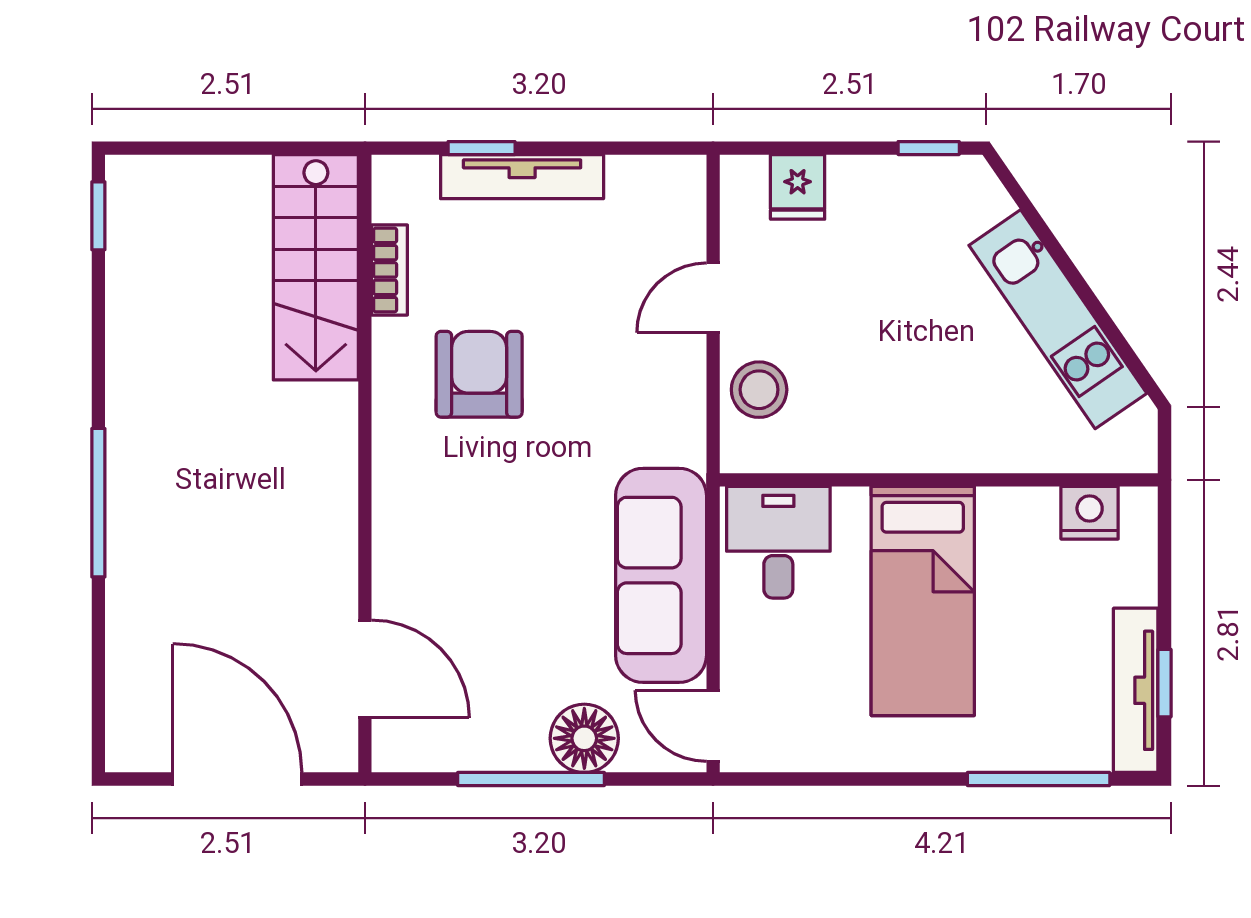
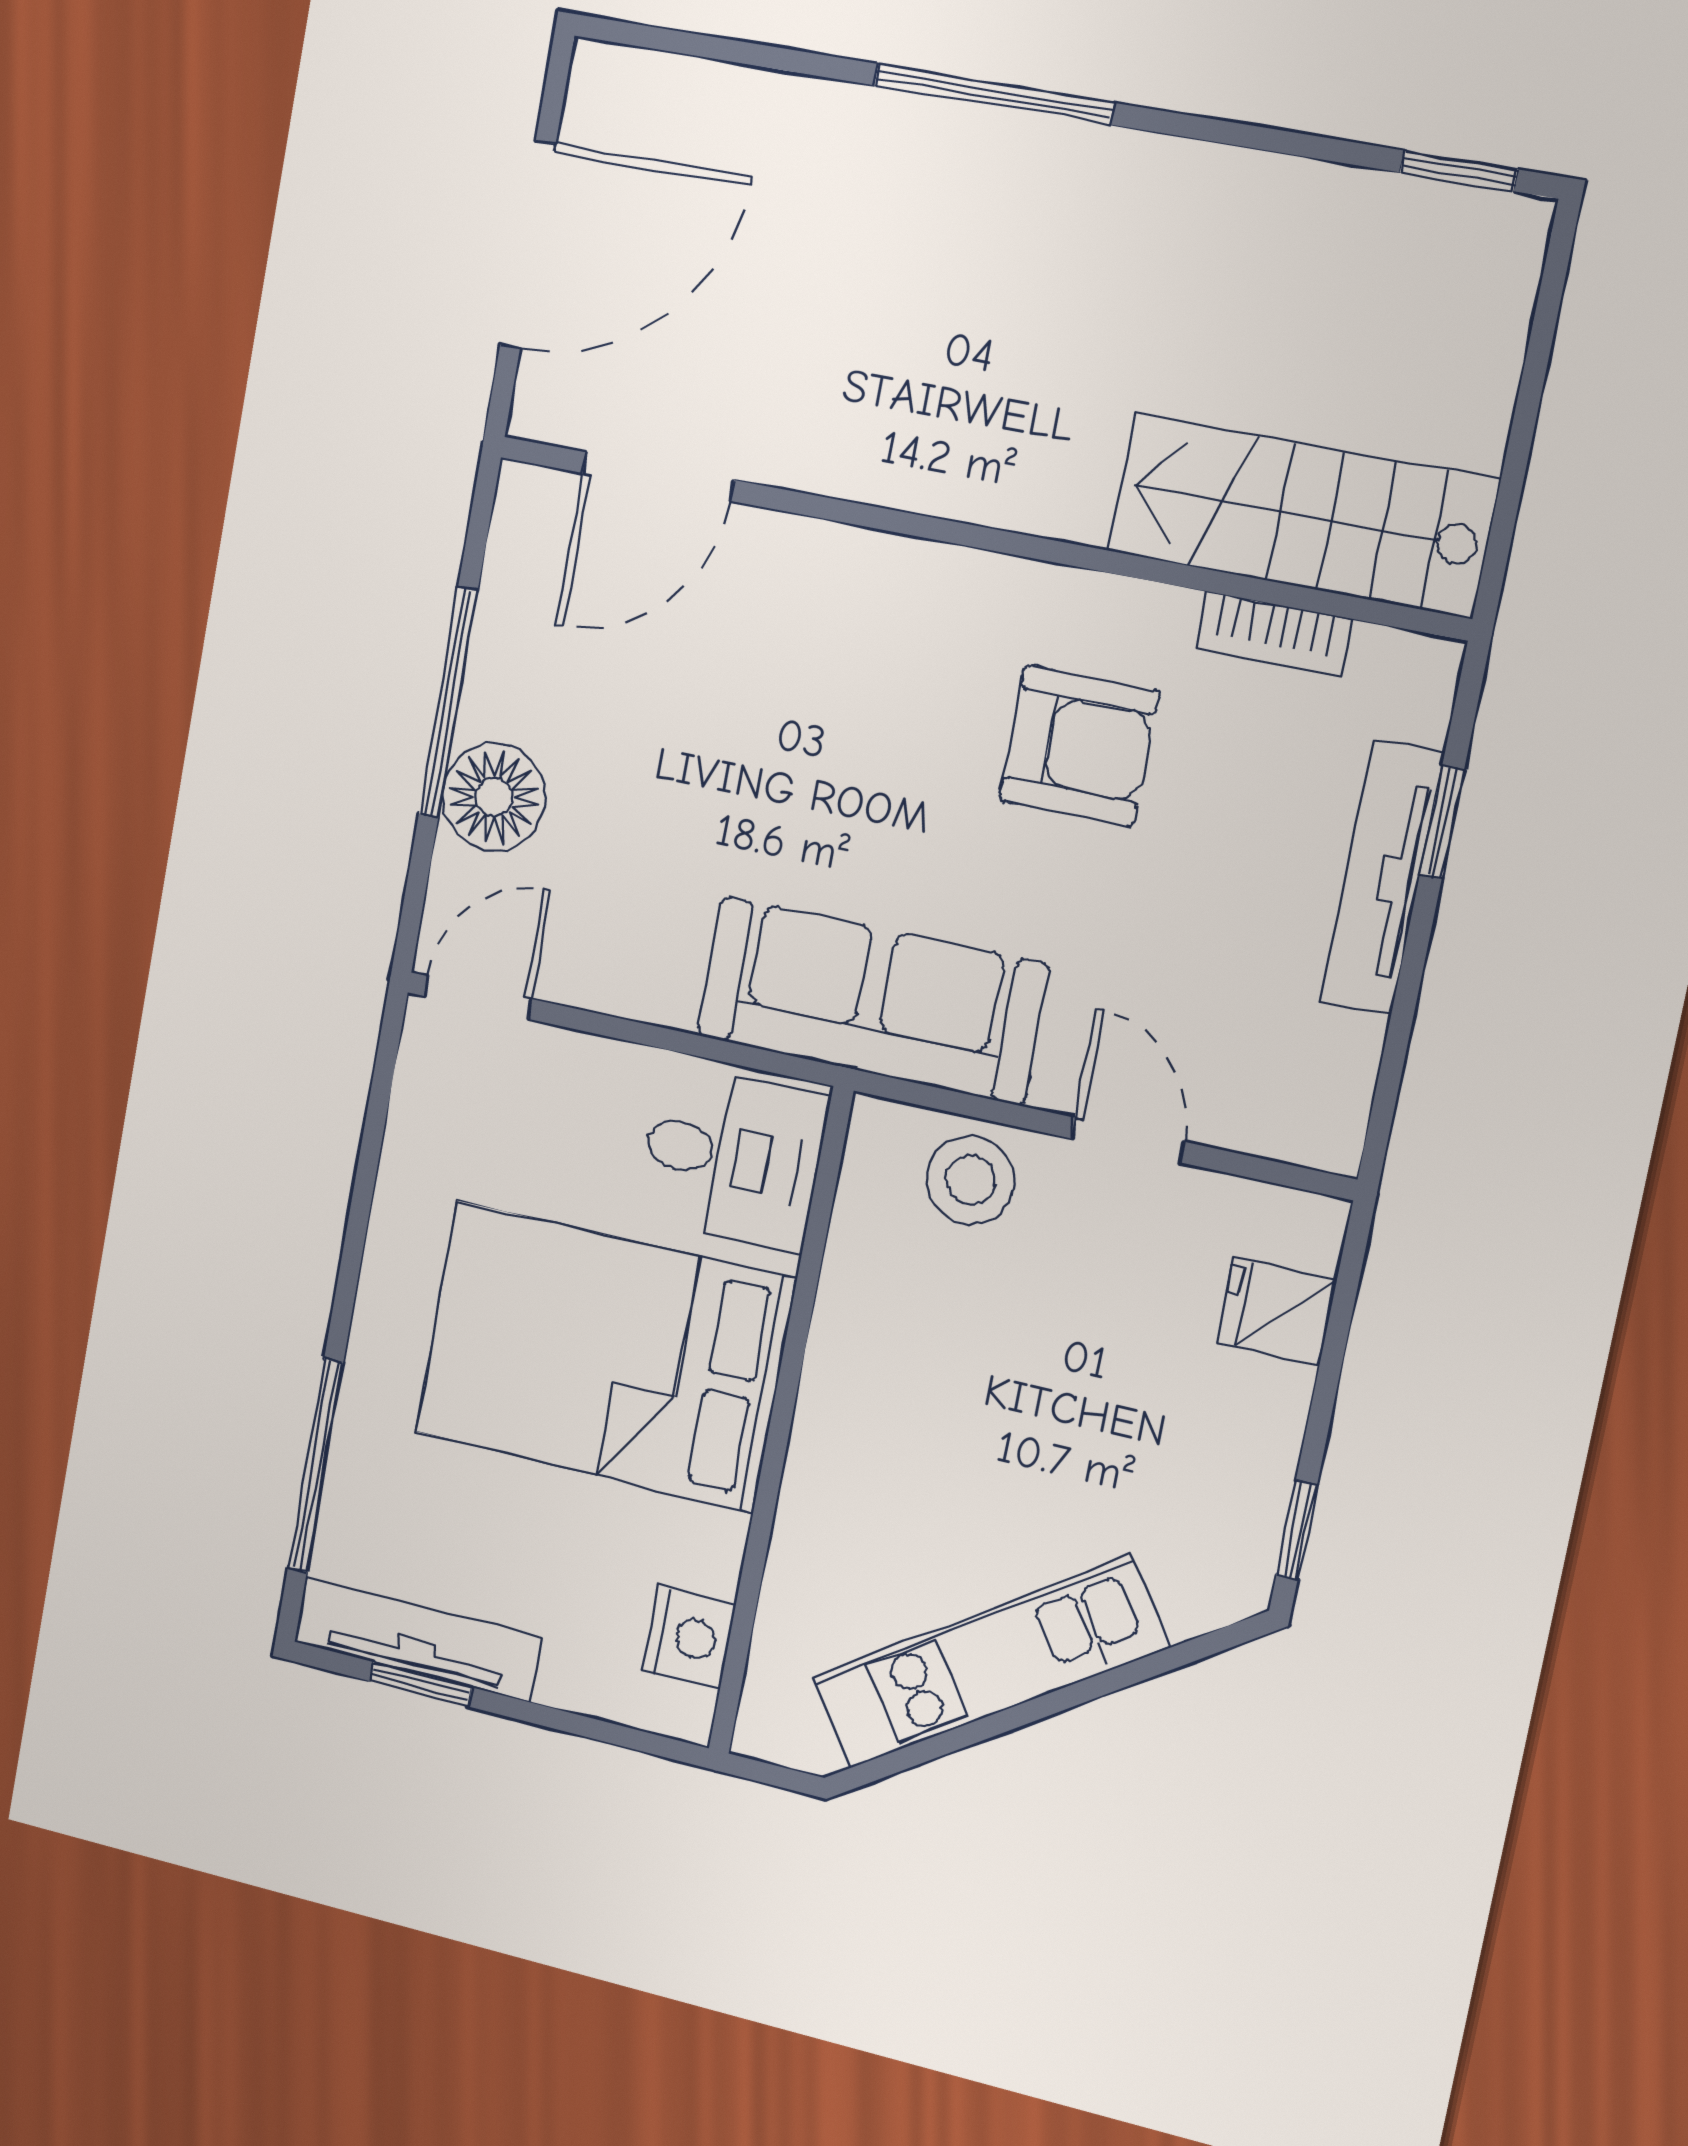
sofa: (661, 575) -> (872, 1000), moved
bed: (923, 601) -> (604, 1356), width x1.50

